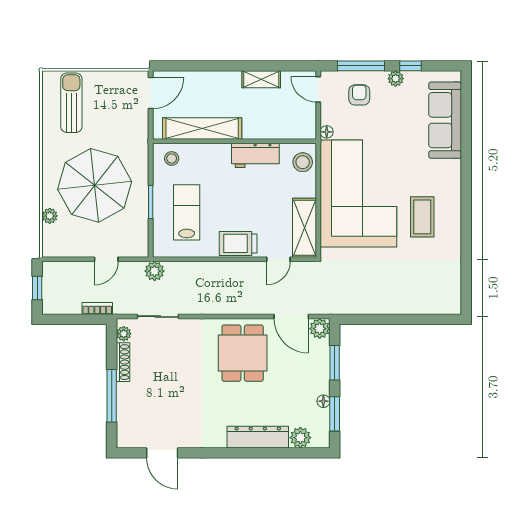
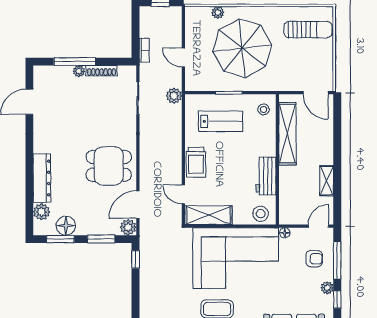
trolley: (238, 243) -> (196, 162), turned 180
window: (360, 319) -> (136, 259), added
plant: (124, 334) -> (79, 71), moved
floor lamp: (323, 401) -> (66, 226), width x1.89, depth x1.89

